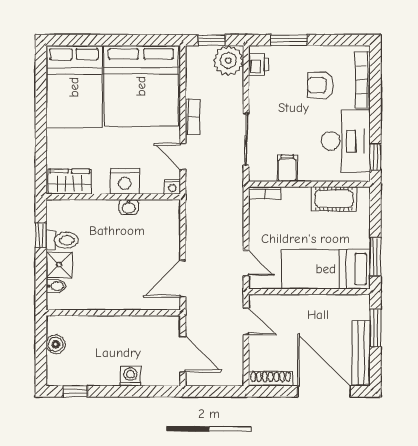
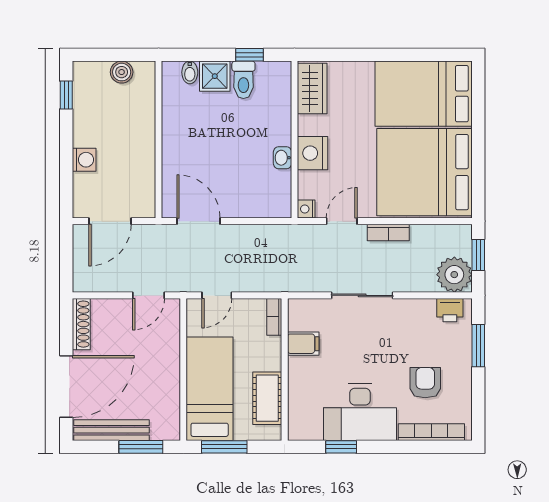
filing cabinet: (287, 168) -> (303, 344), moved
wall: (309, 184) -> (285, 369), moved
bookcase: (264, 193) -> (274, 317), moved
cot: (334, 199) -> (267, 398), moved

